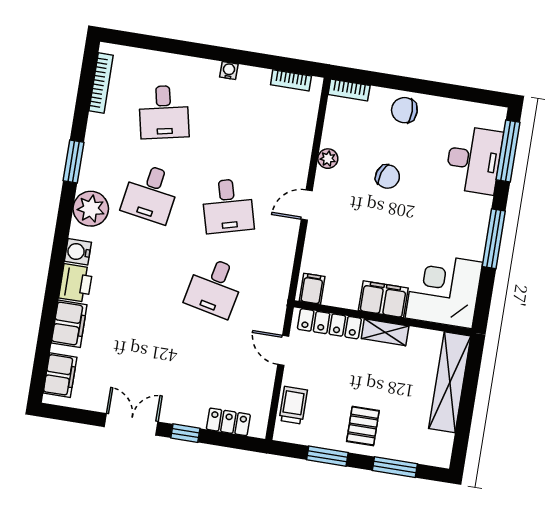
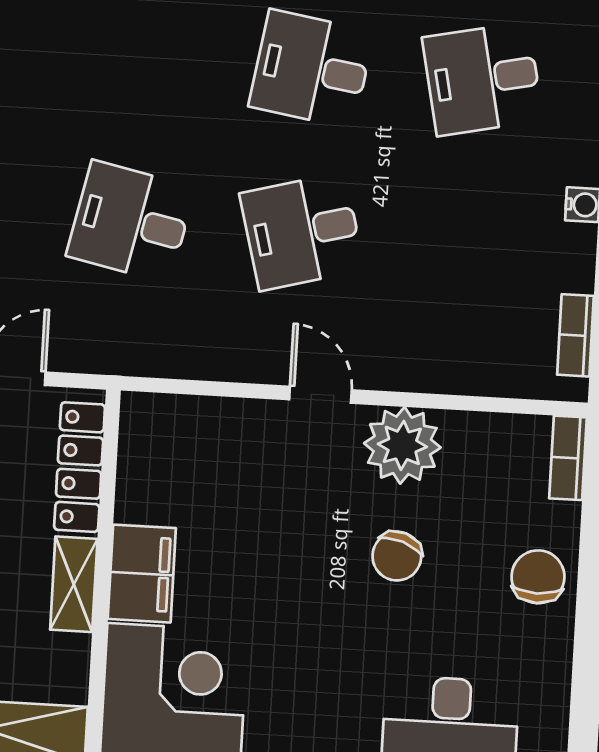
plant: (328, 159) -> (402, 445), width x1.88, depth x1.88
filing cabinet: (312, 289) -> (148, 424), removed

